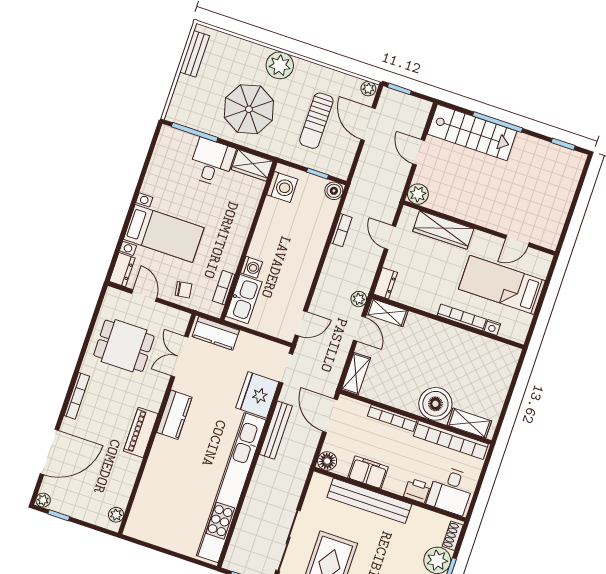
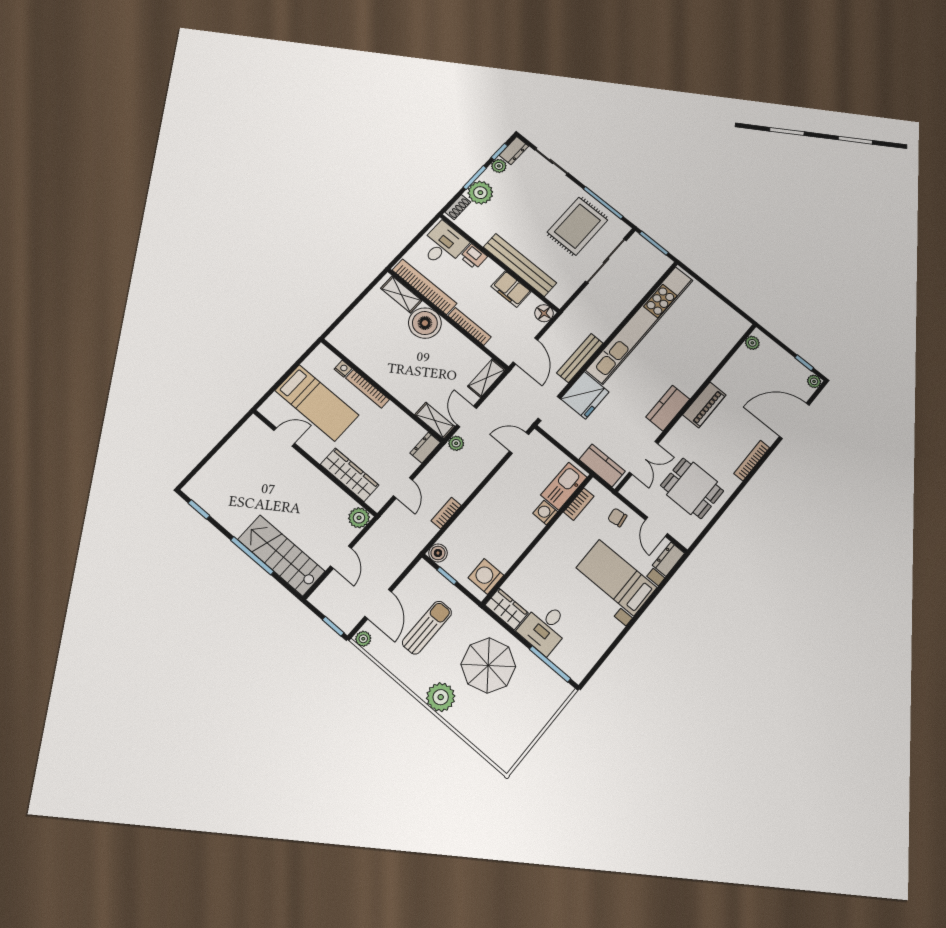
bench: (195, 54) -> (520, 743), removed

